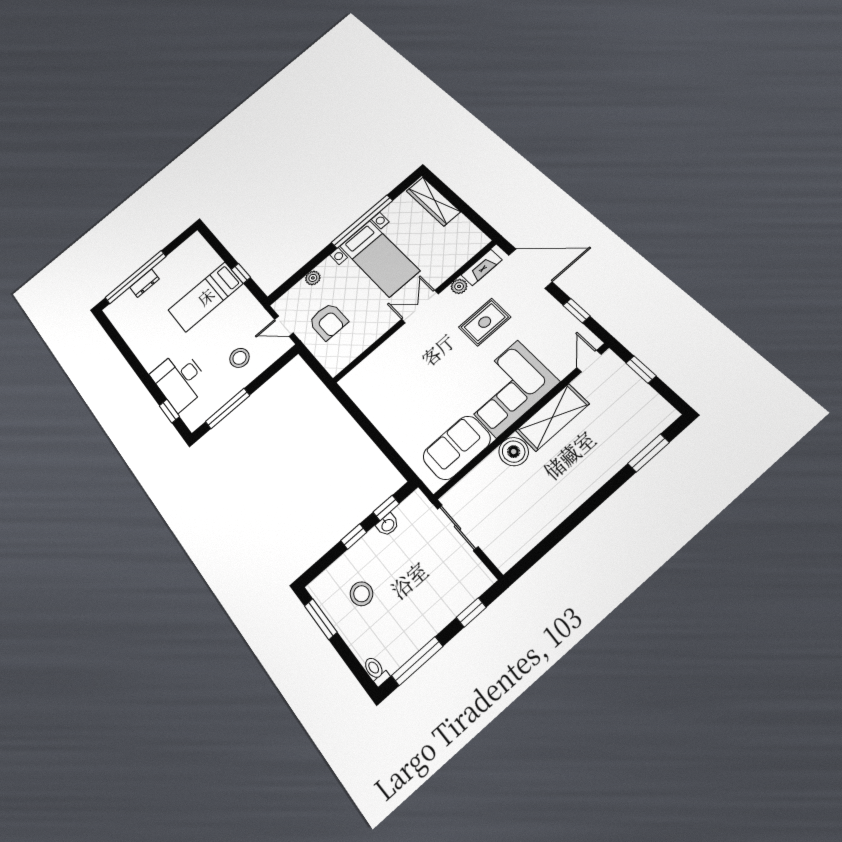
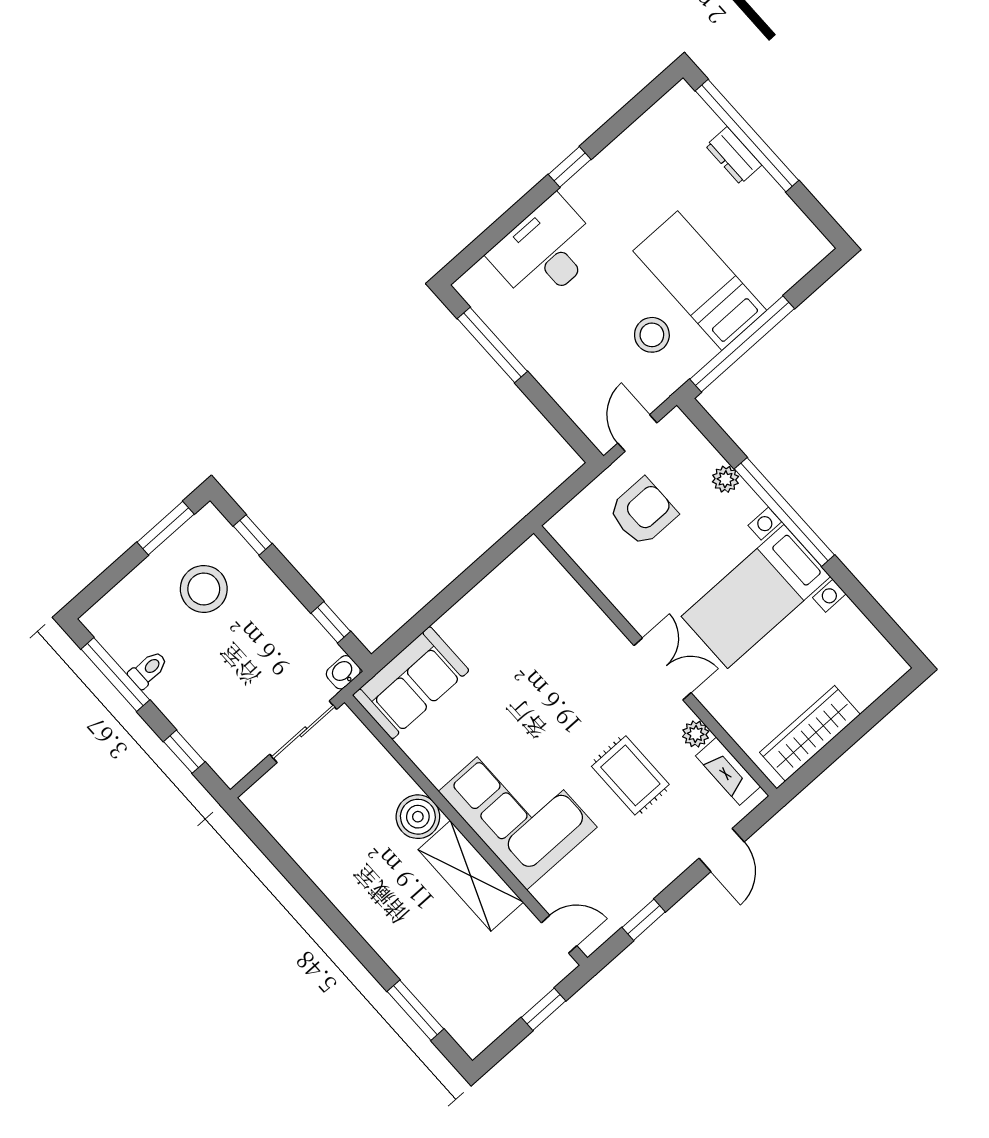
wardrobe: (433, 201) -> (810, 733), moved
window: (362, 221) -> (784, 512), moved
door: (530, 268) -> (722, 850), width x0.53
window: (241, 273) -> (742, 344), width x3.17
armchair: (328, 321) -> (643, 512), turned 180
stool: (240, 358) -> (652, 335), moved
window: (169, 411) -> (570, 167), moved
sofa: (457, 448) -> (411, 683), moved, turned 90
washbasin: (388, 525) -> (343, 672), moved, turned 90
window: (354, 536) -> (253, 535), moved
stool: (361, 594) -> (204, 589), width x1.38, depth x1.38
toilet: (376, 671) -> (148, 670), moved

